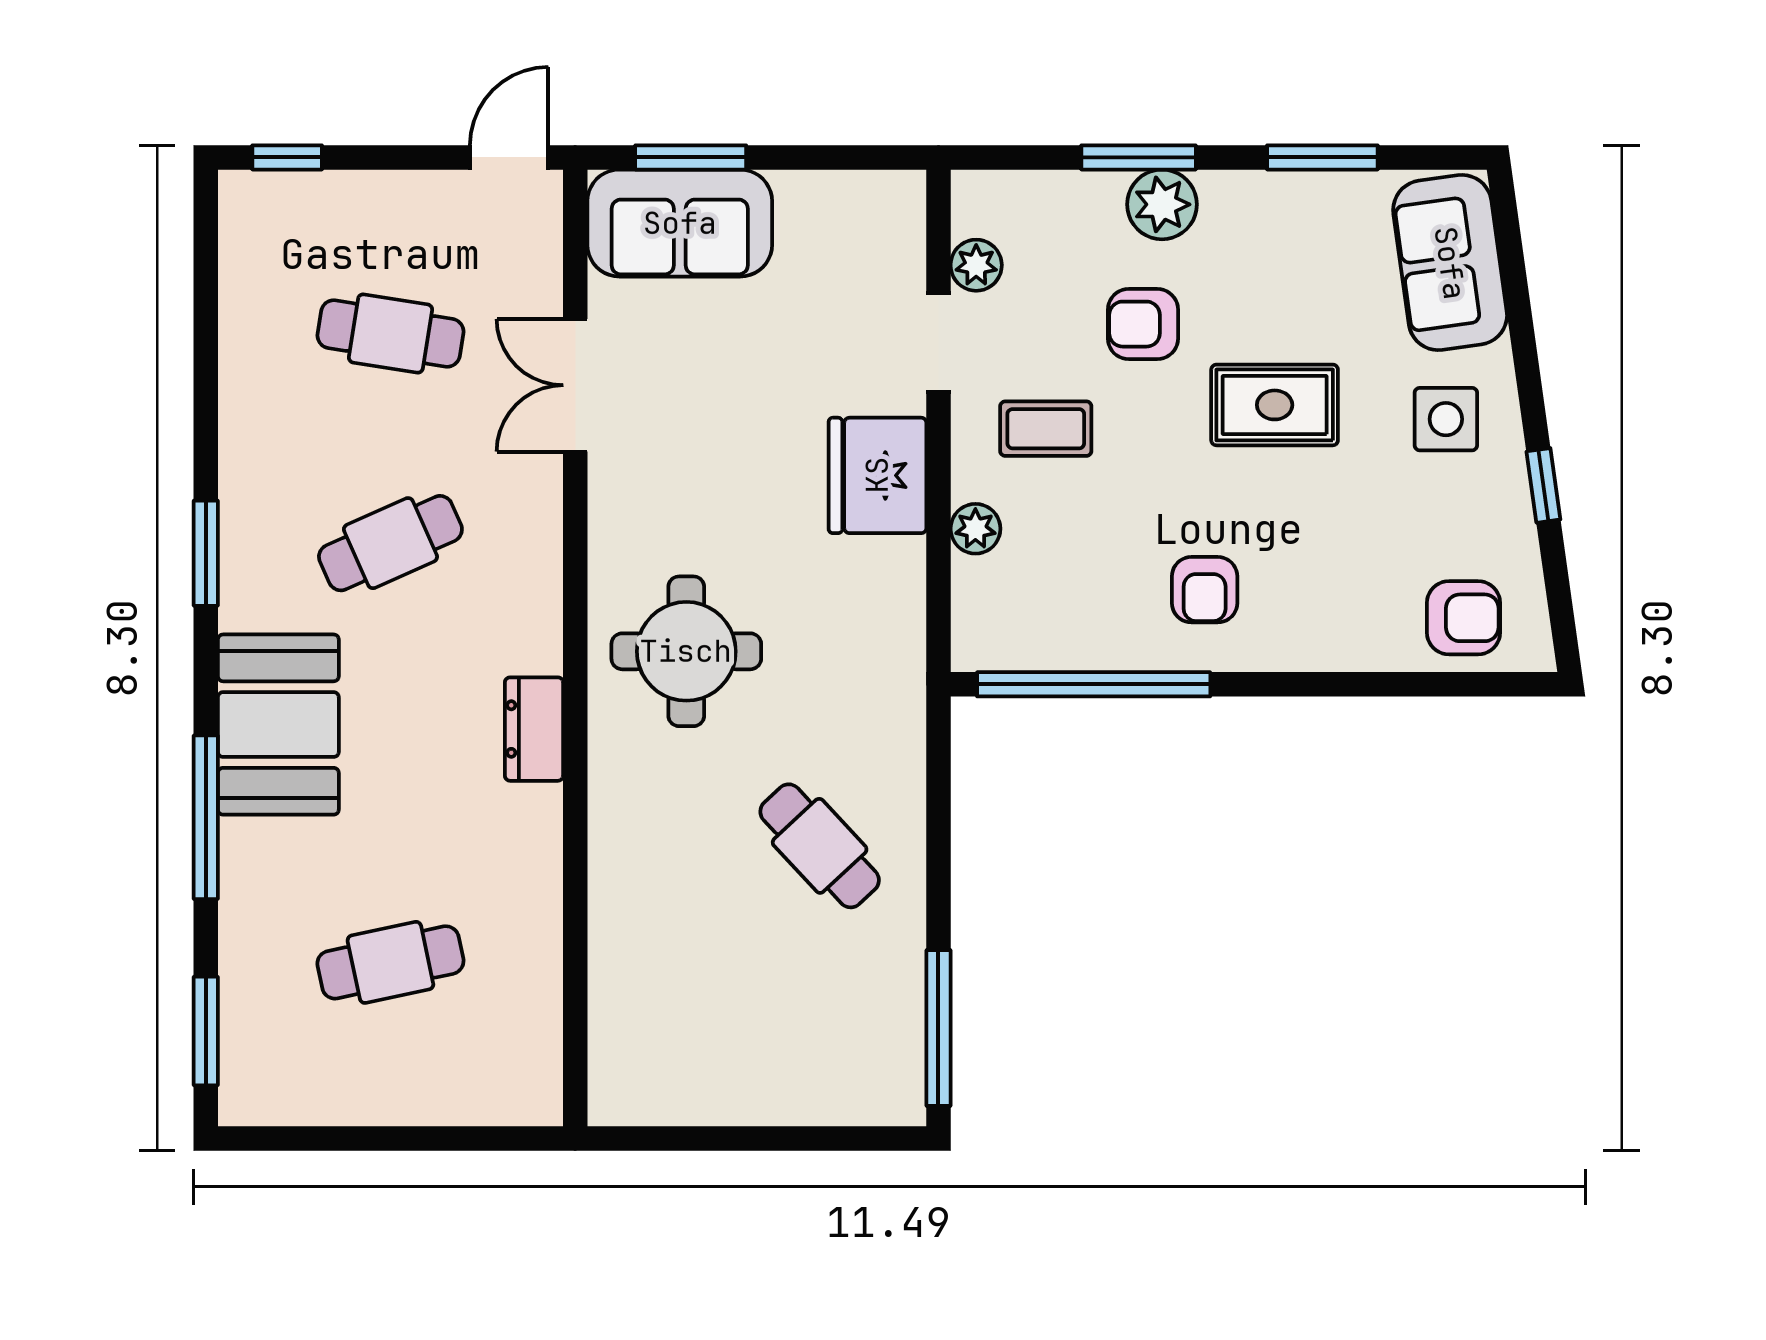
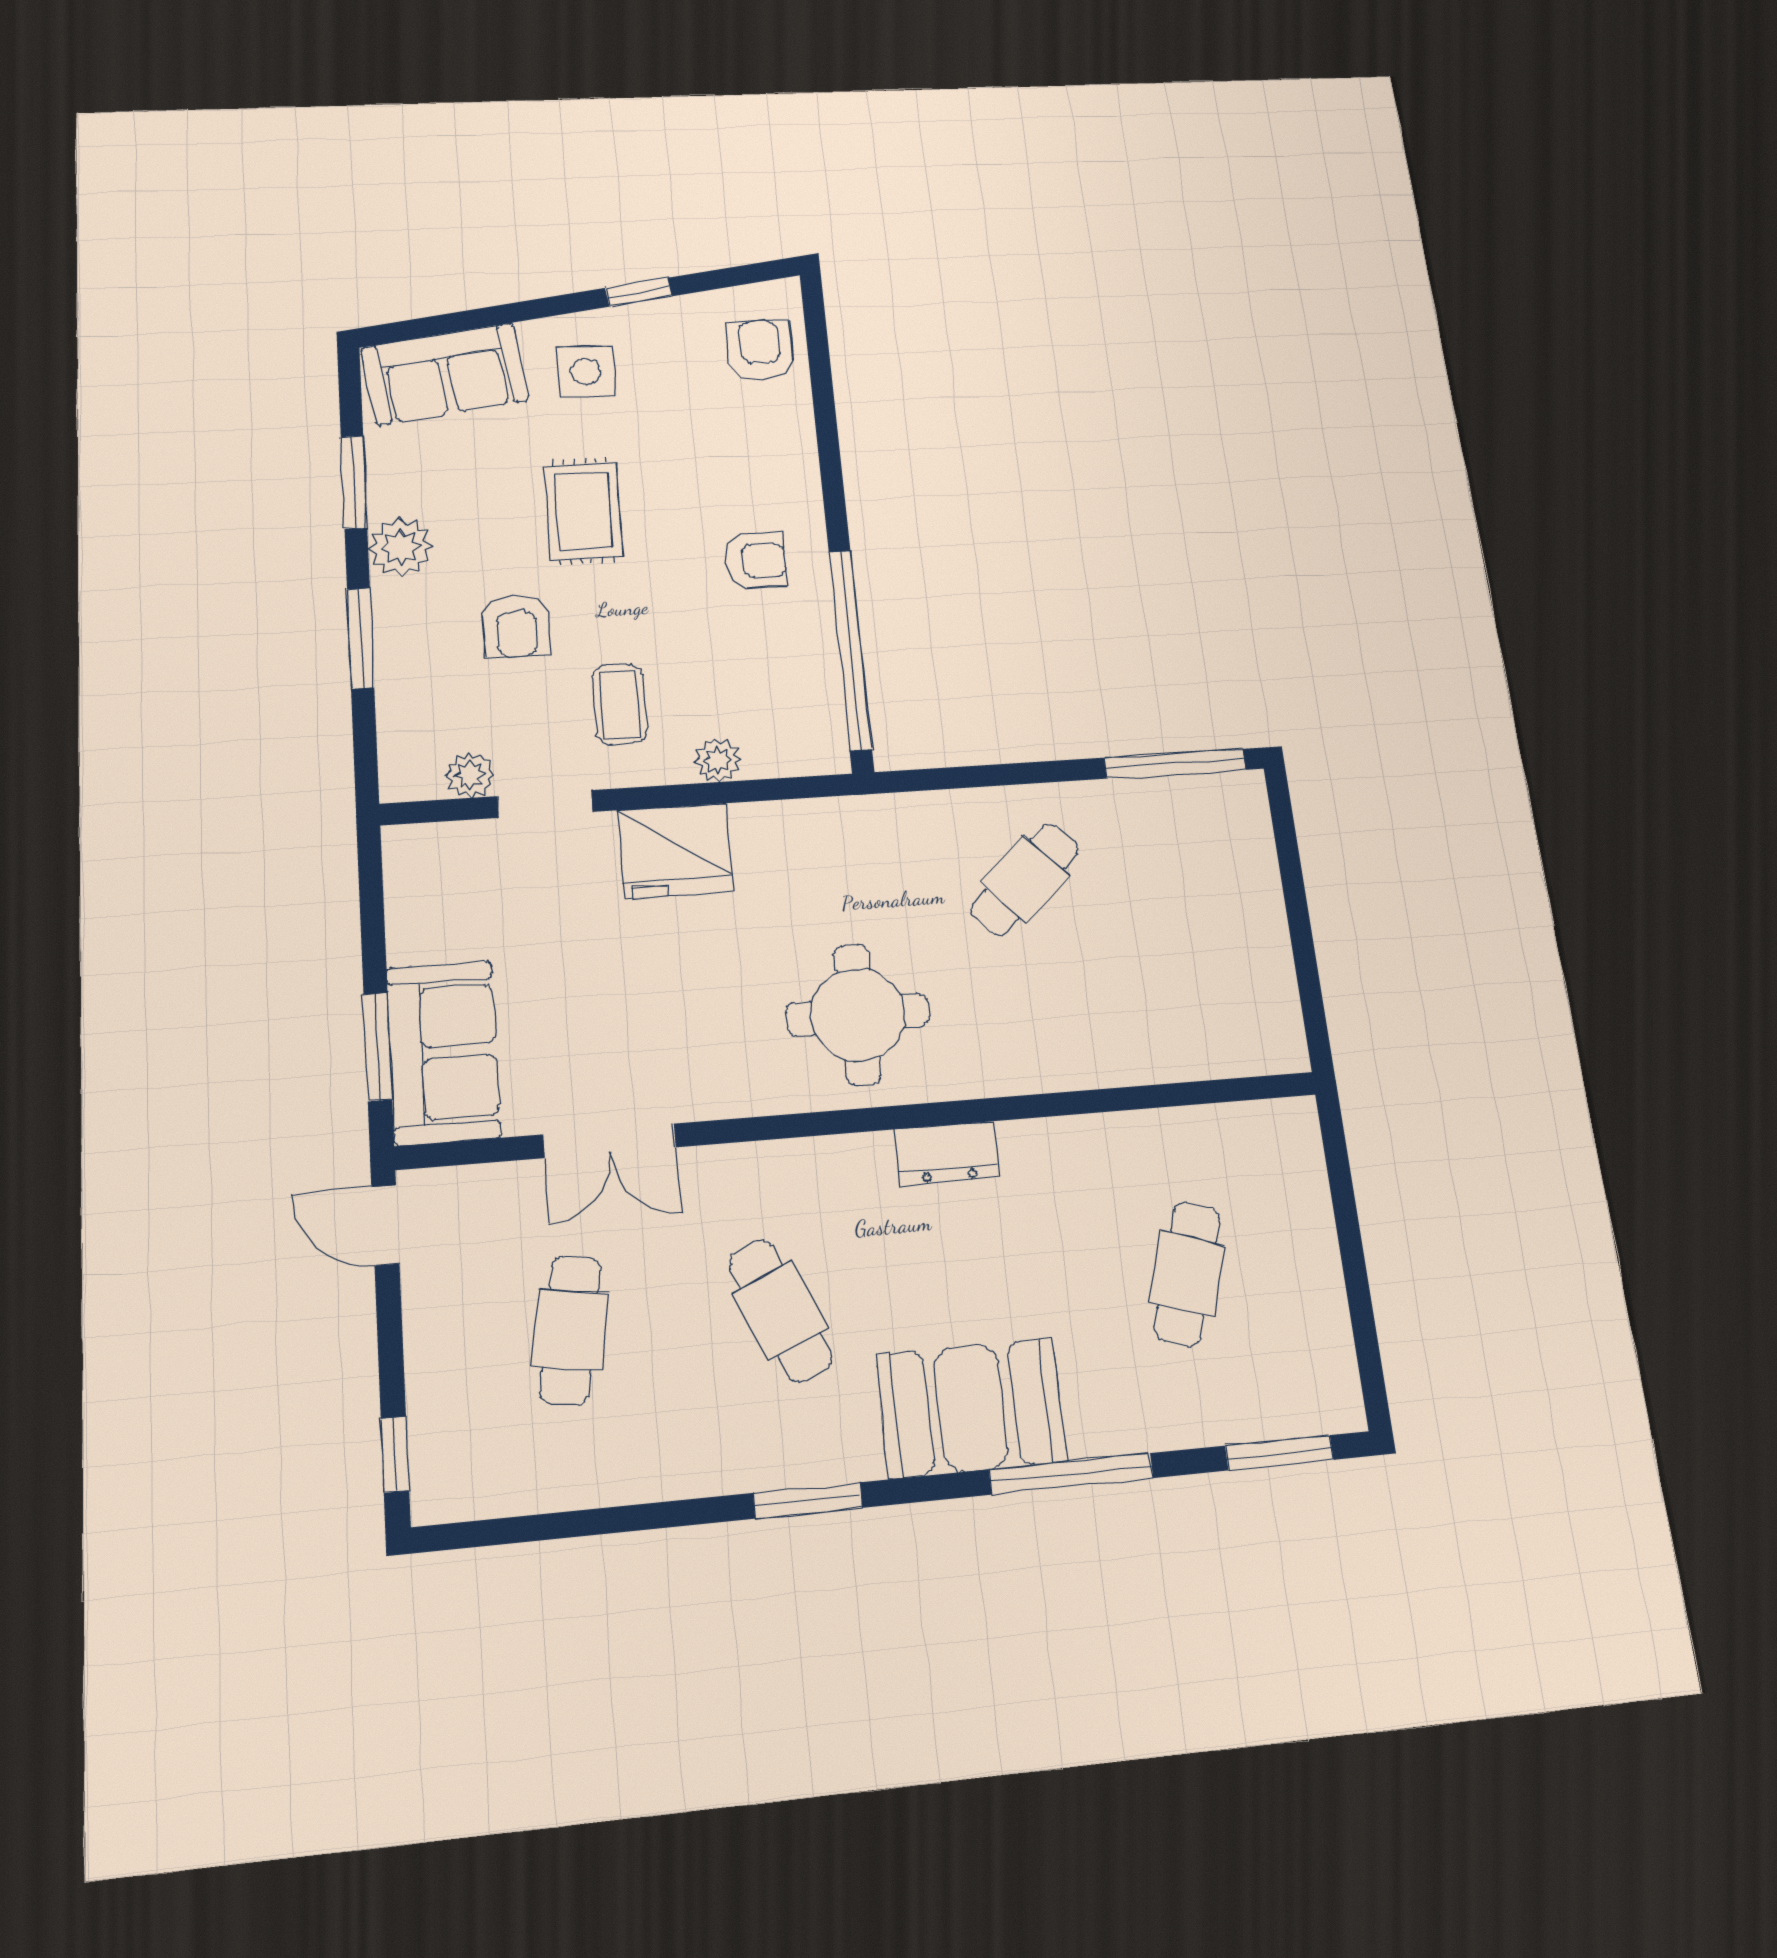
plant: (1162, 204) -> (401, 547), moved
cafe table: (390, 962) -> (1187, 1274), turned 30

